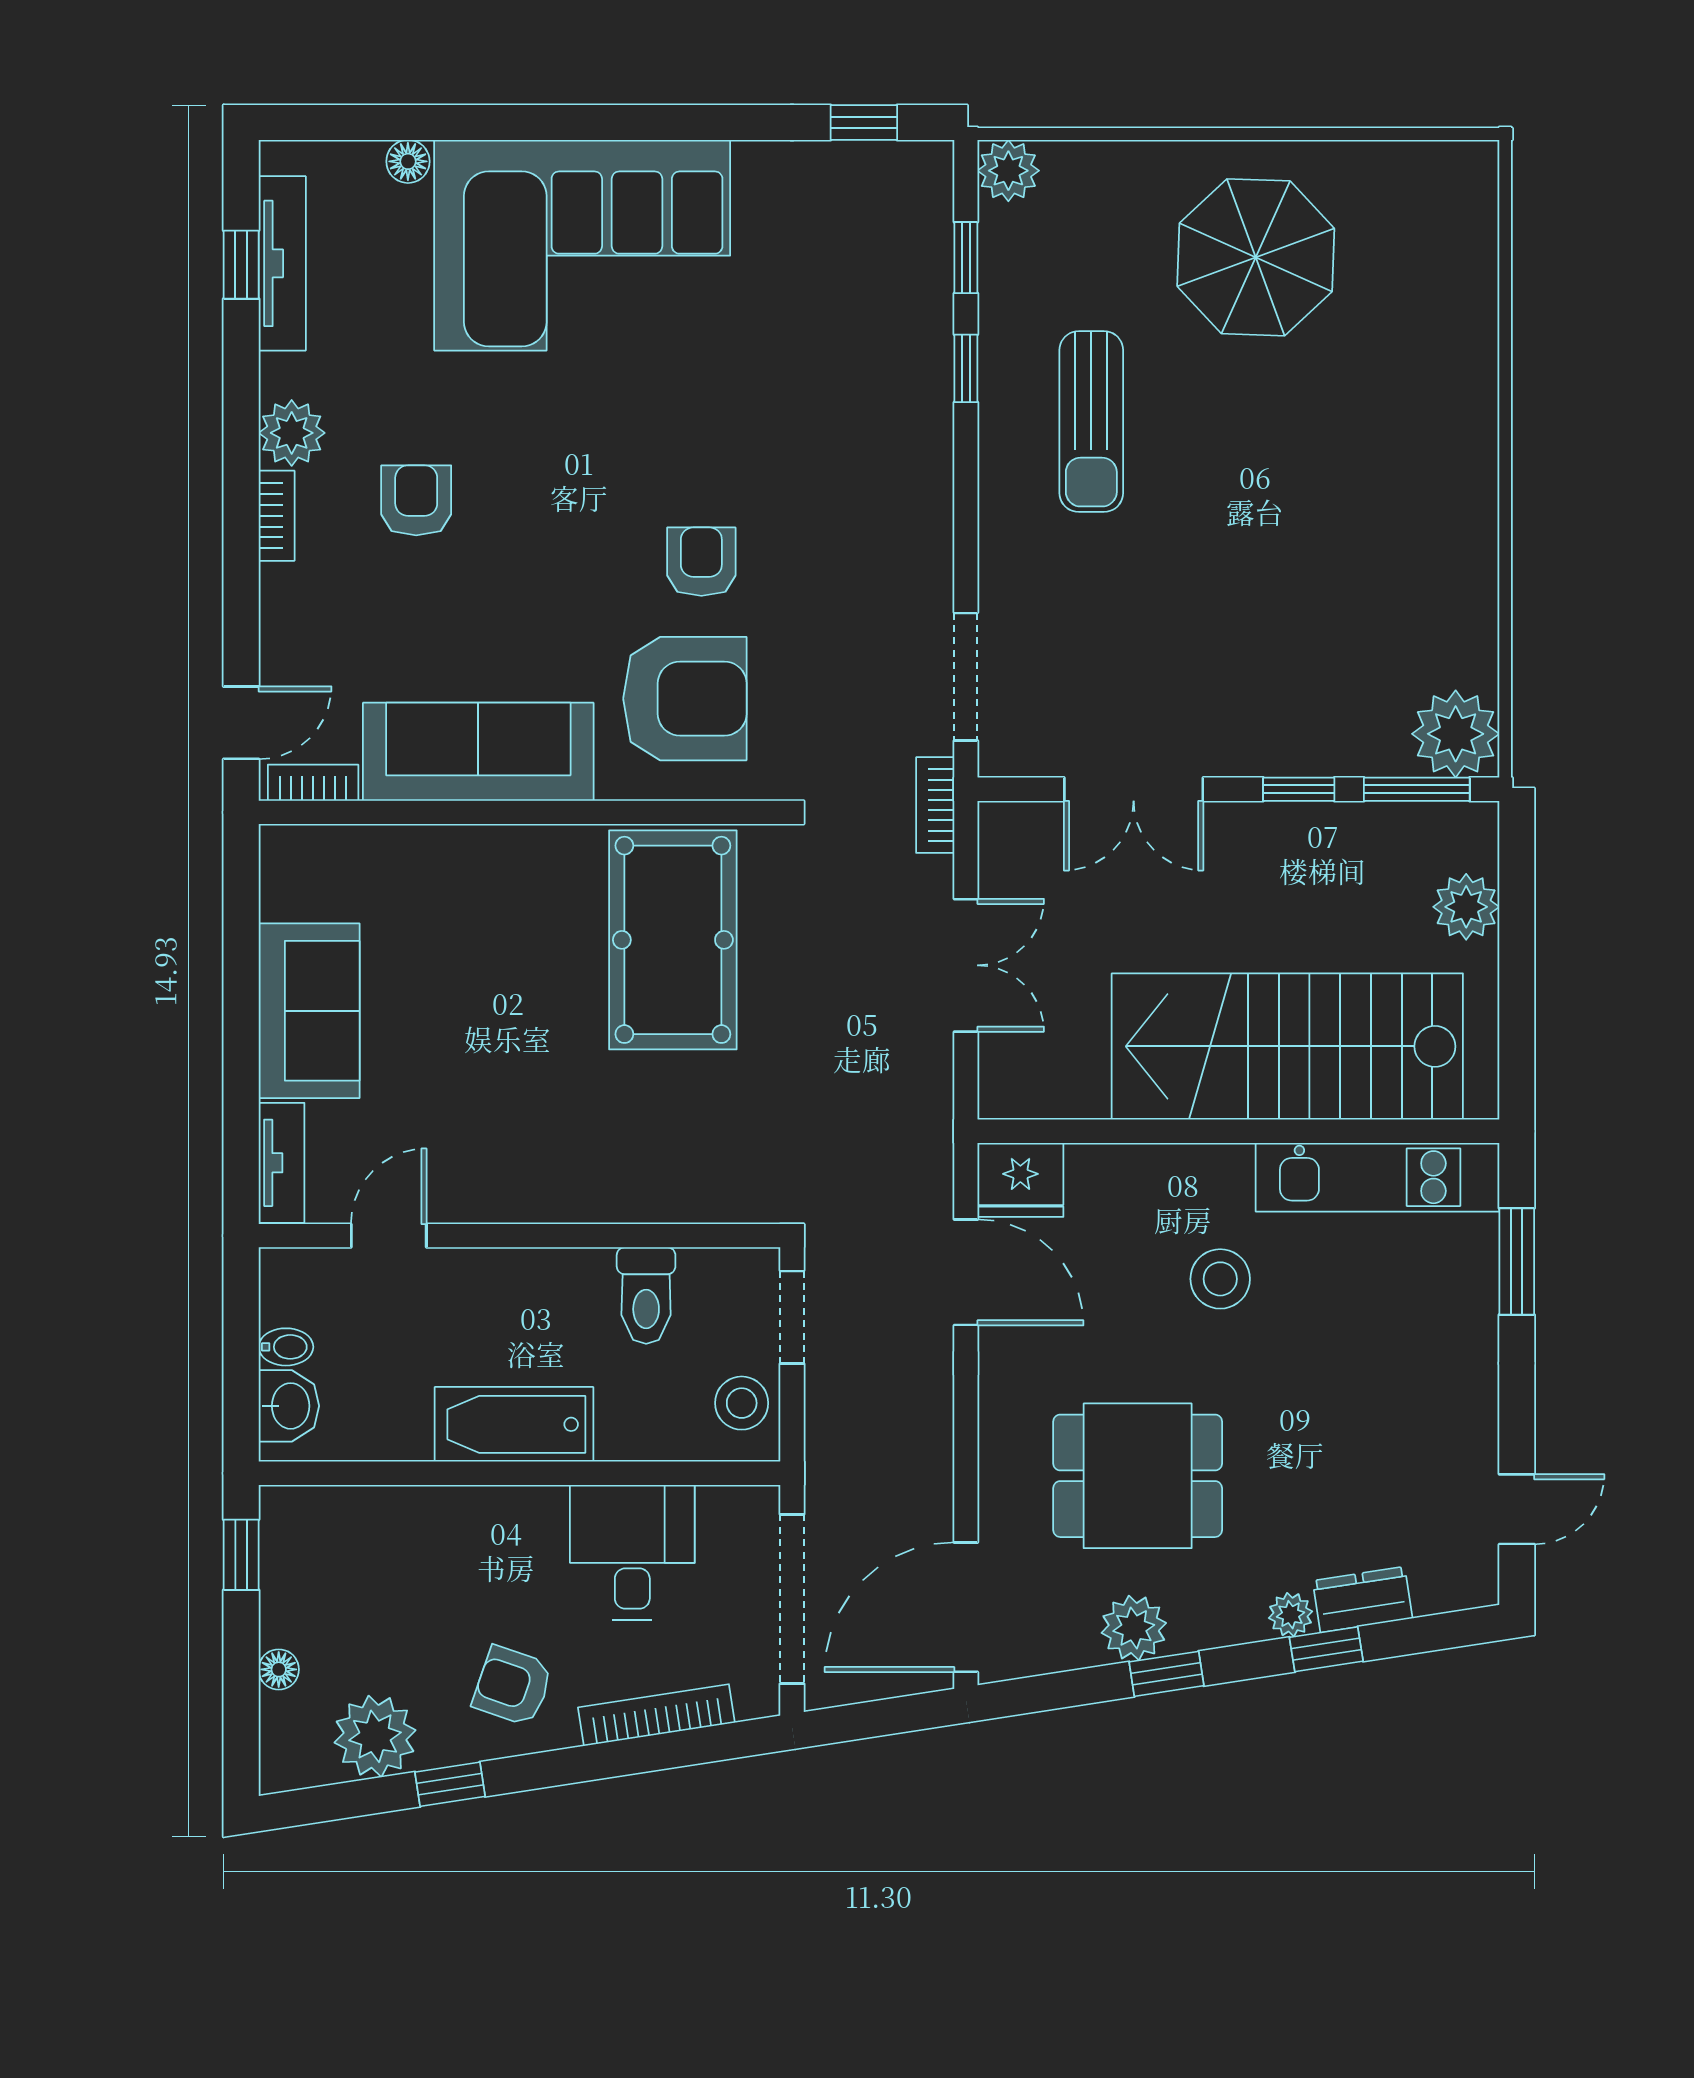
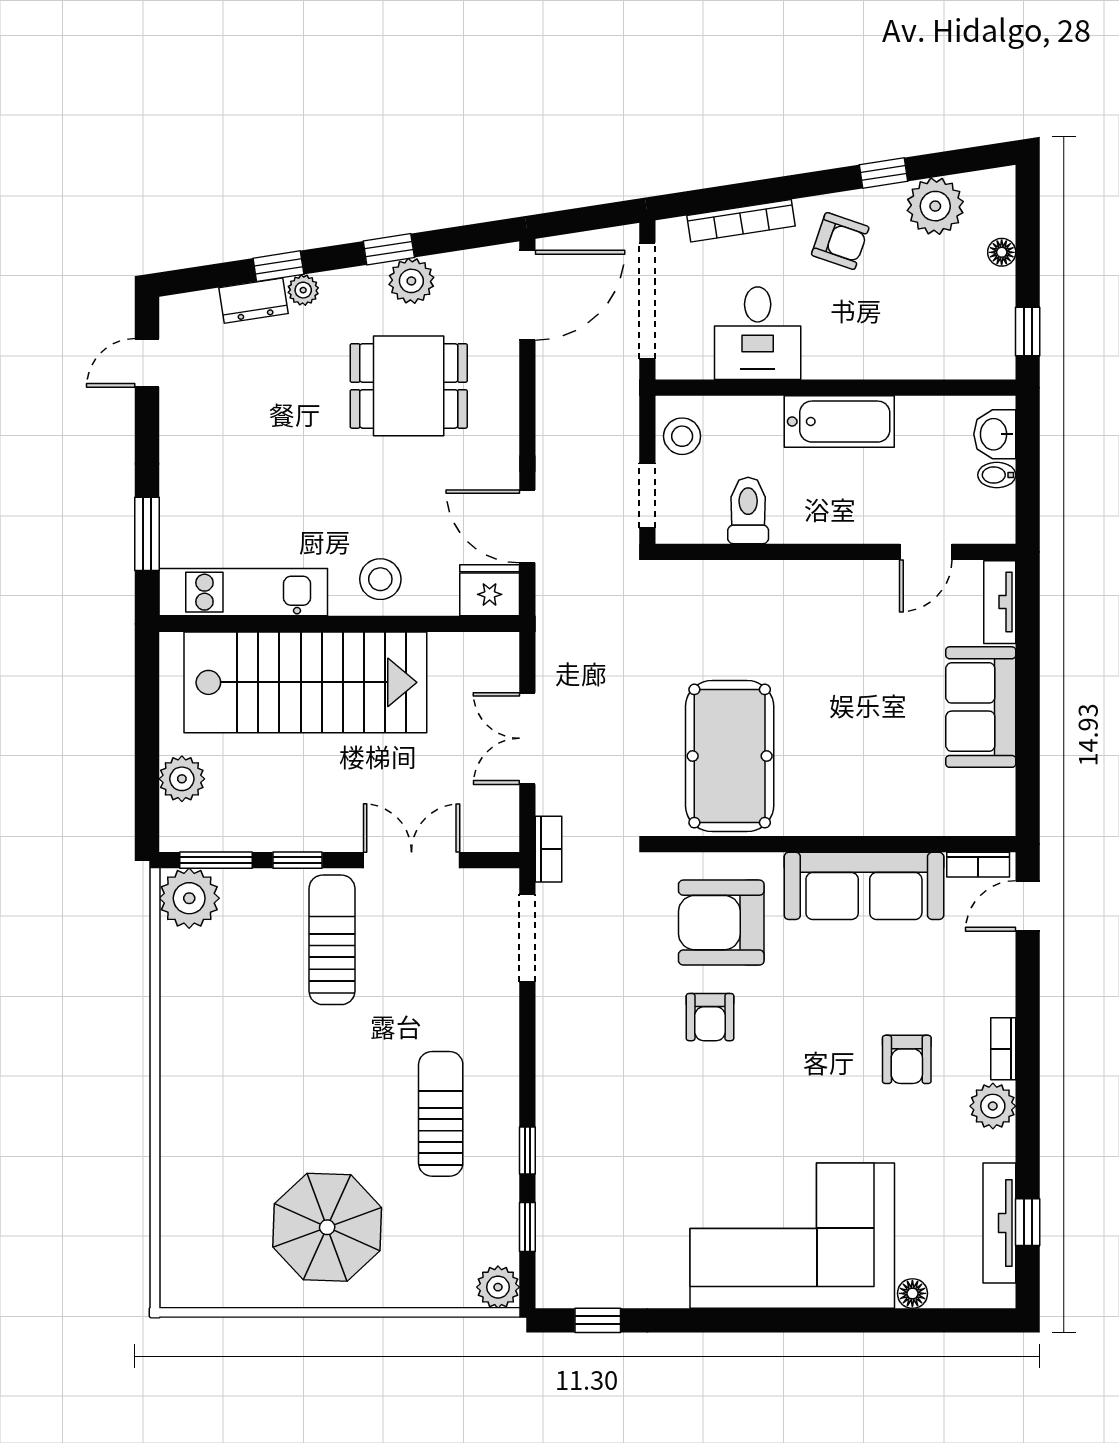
sun lounger: (1249, 674) -> (332, 940), added
stool: (1220, 1279) -> (380, 579), moved

